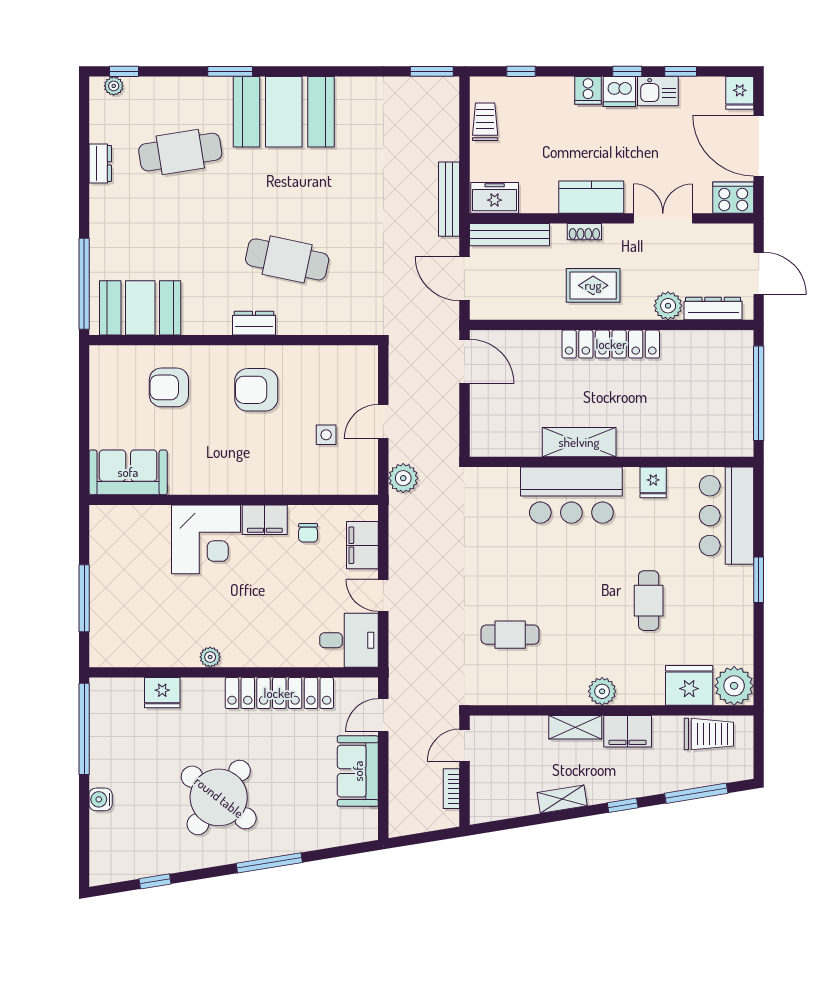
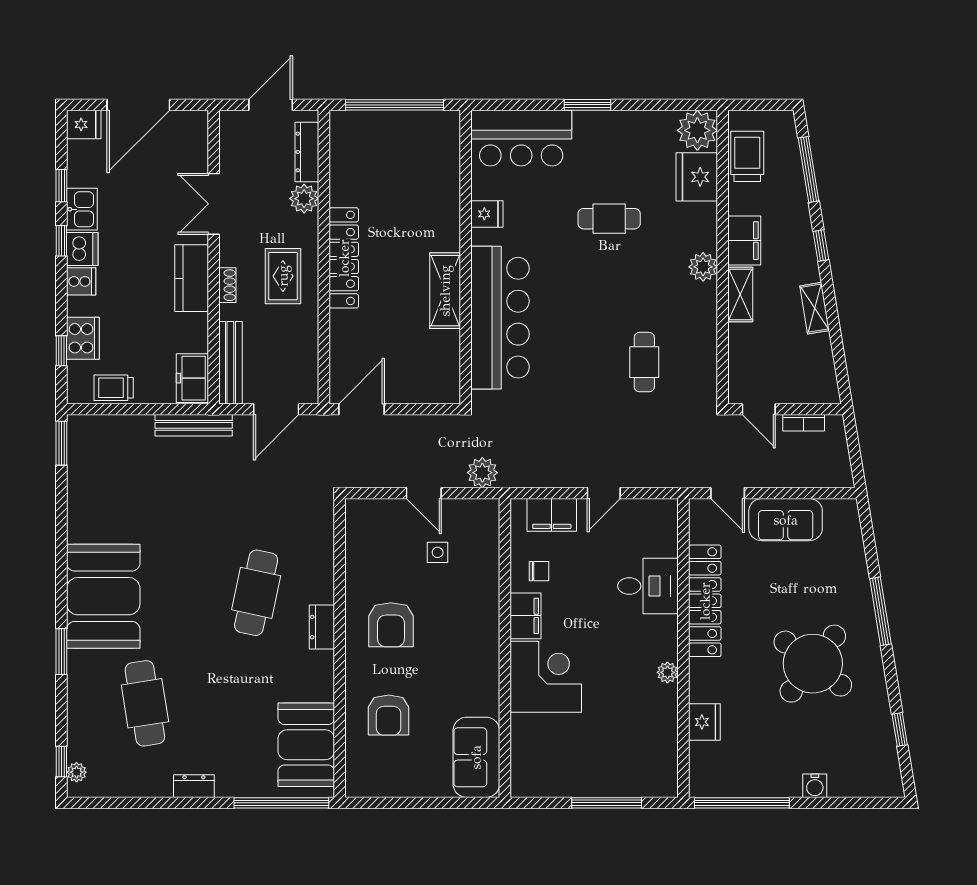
dresser: (100, 163) -> (194, 786), moved
cooker: (733, 198) -> (83, 338), moved, turned 180
bar counter: (571, 495) -> (500, 318), width x1.36
desk: (349, 640) -> (648, 586), moved, turned 90

